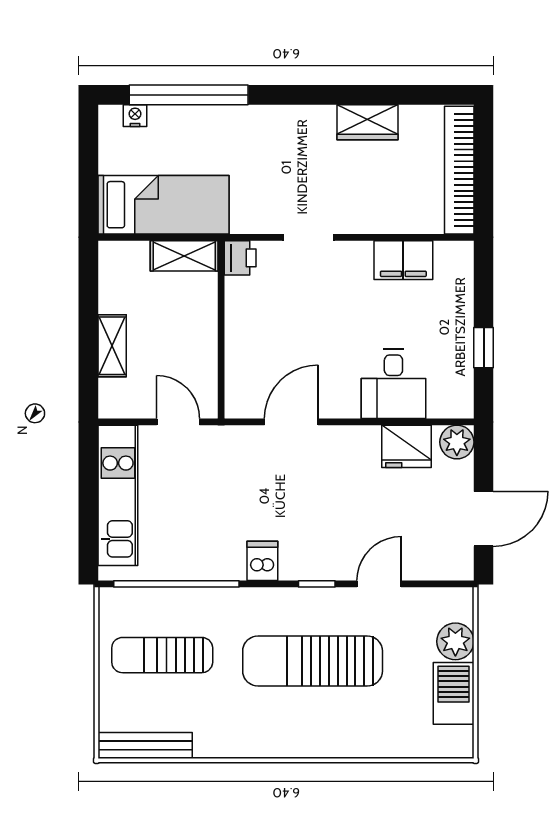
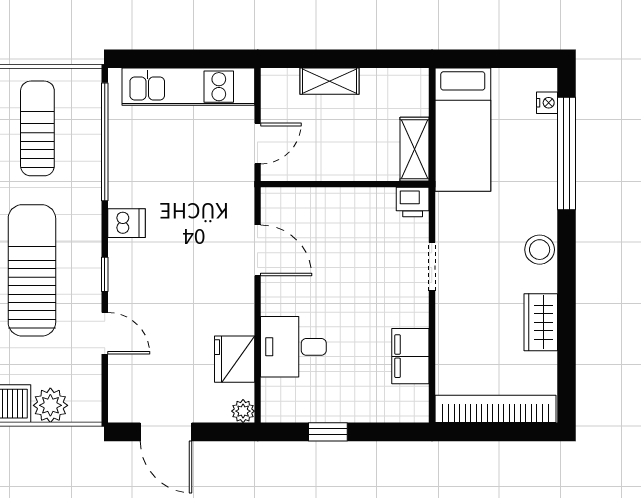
stool: (291, 123) -> (540, 250), added
plant: (457, 442) -> (243, 411), width x0.73, depth x0.73

